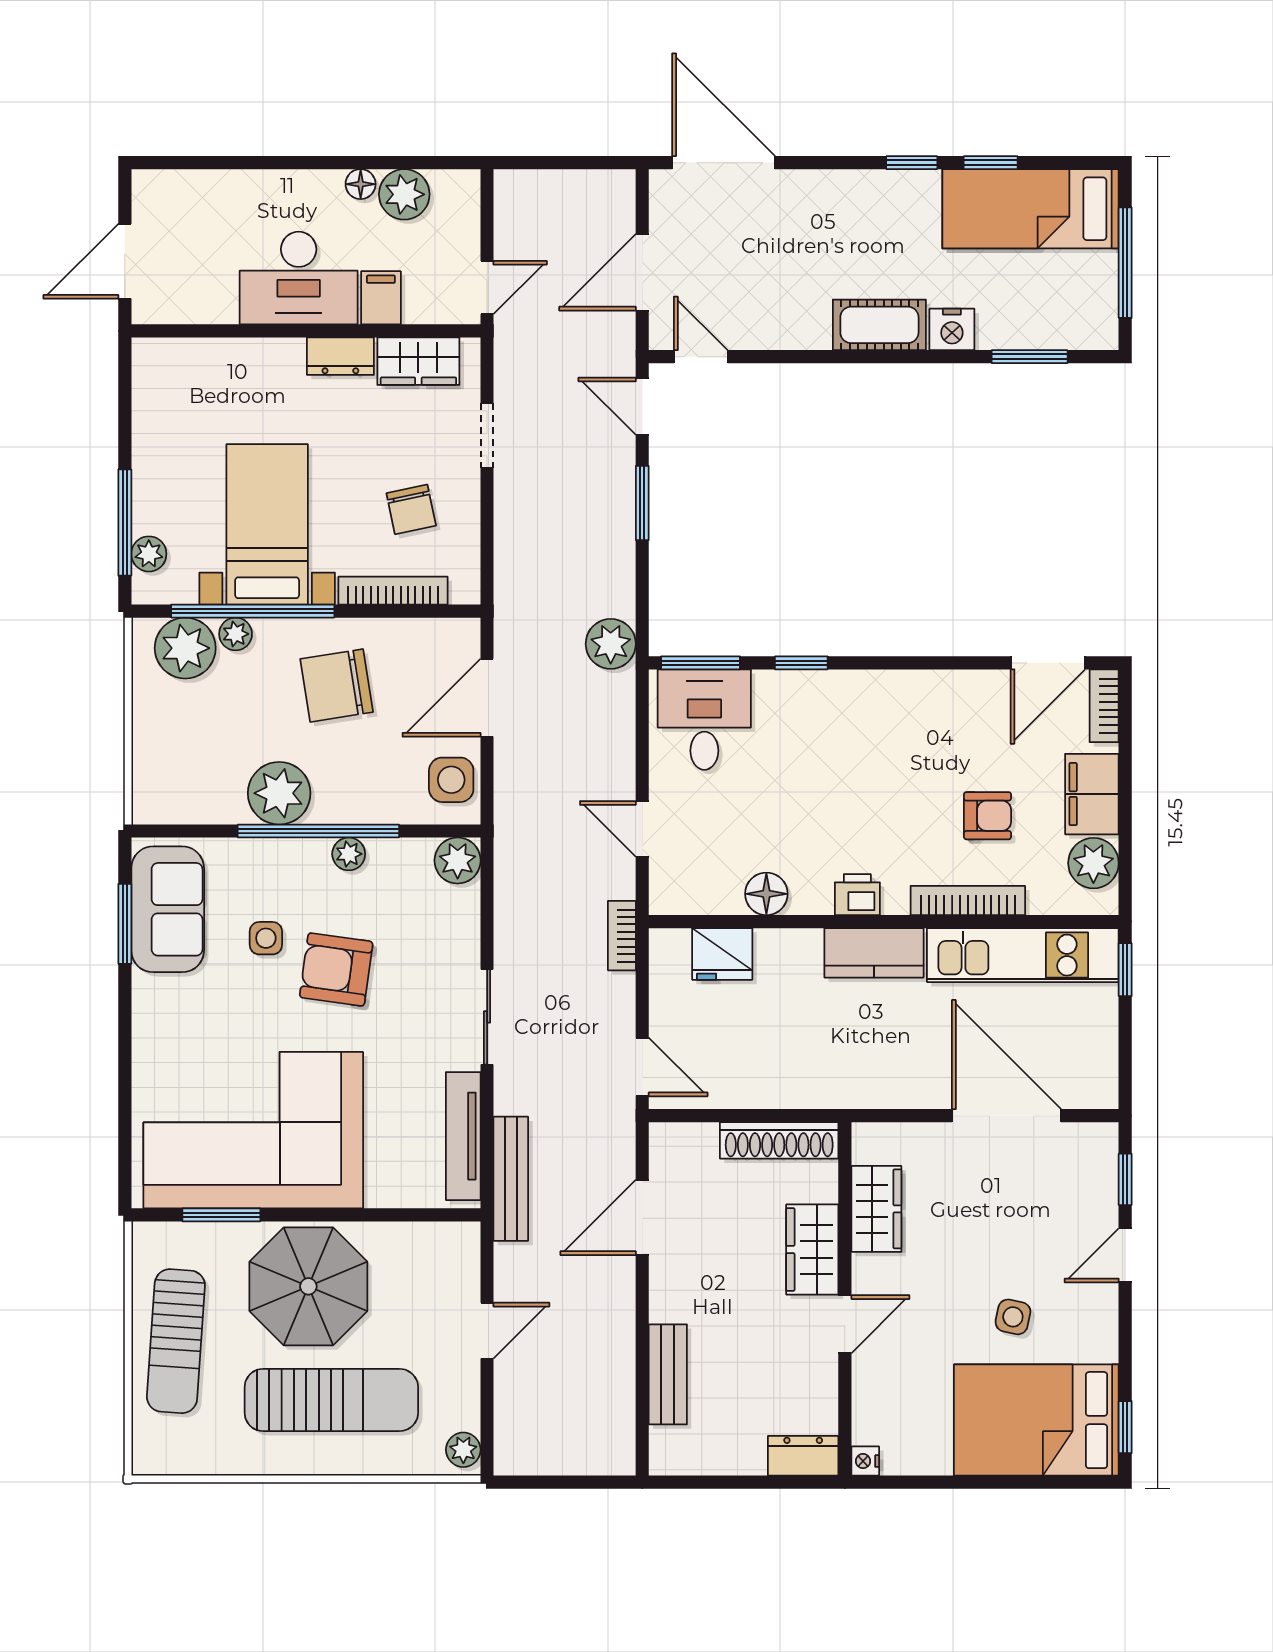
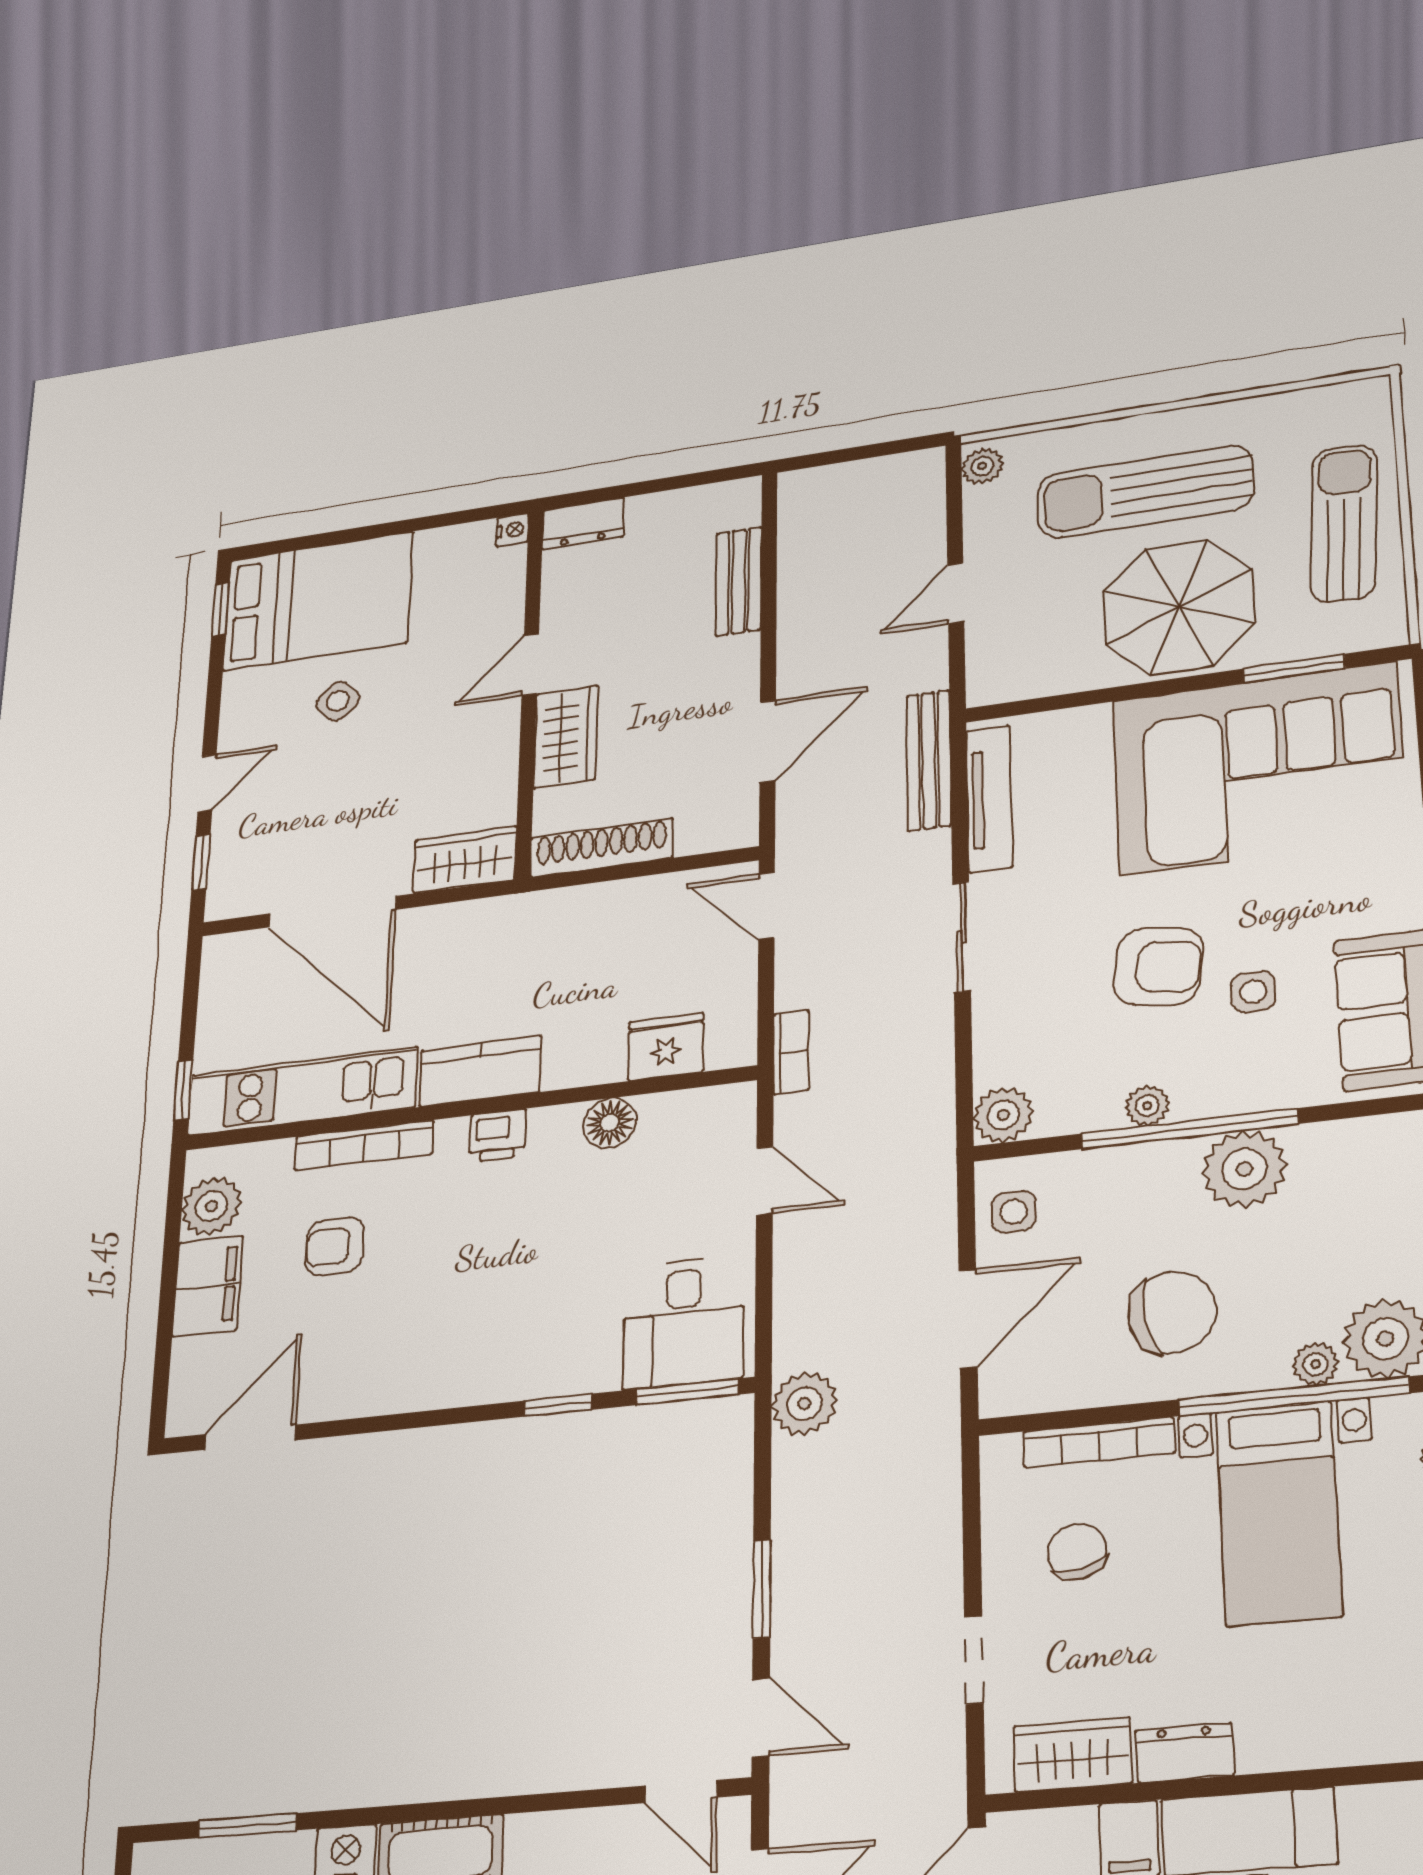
bookcase: (1104, 706) -> (185, 1392), removed
side table: (451, 780) -> (1014, 1212), width x0.73, depth x0.73
wardrobe: (876, 1209) -> (465, 860), moved, turned 90
side table: (1013, 1317) -> (338, 701), turned 33

